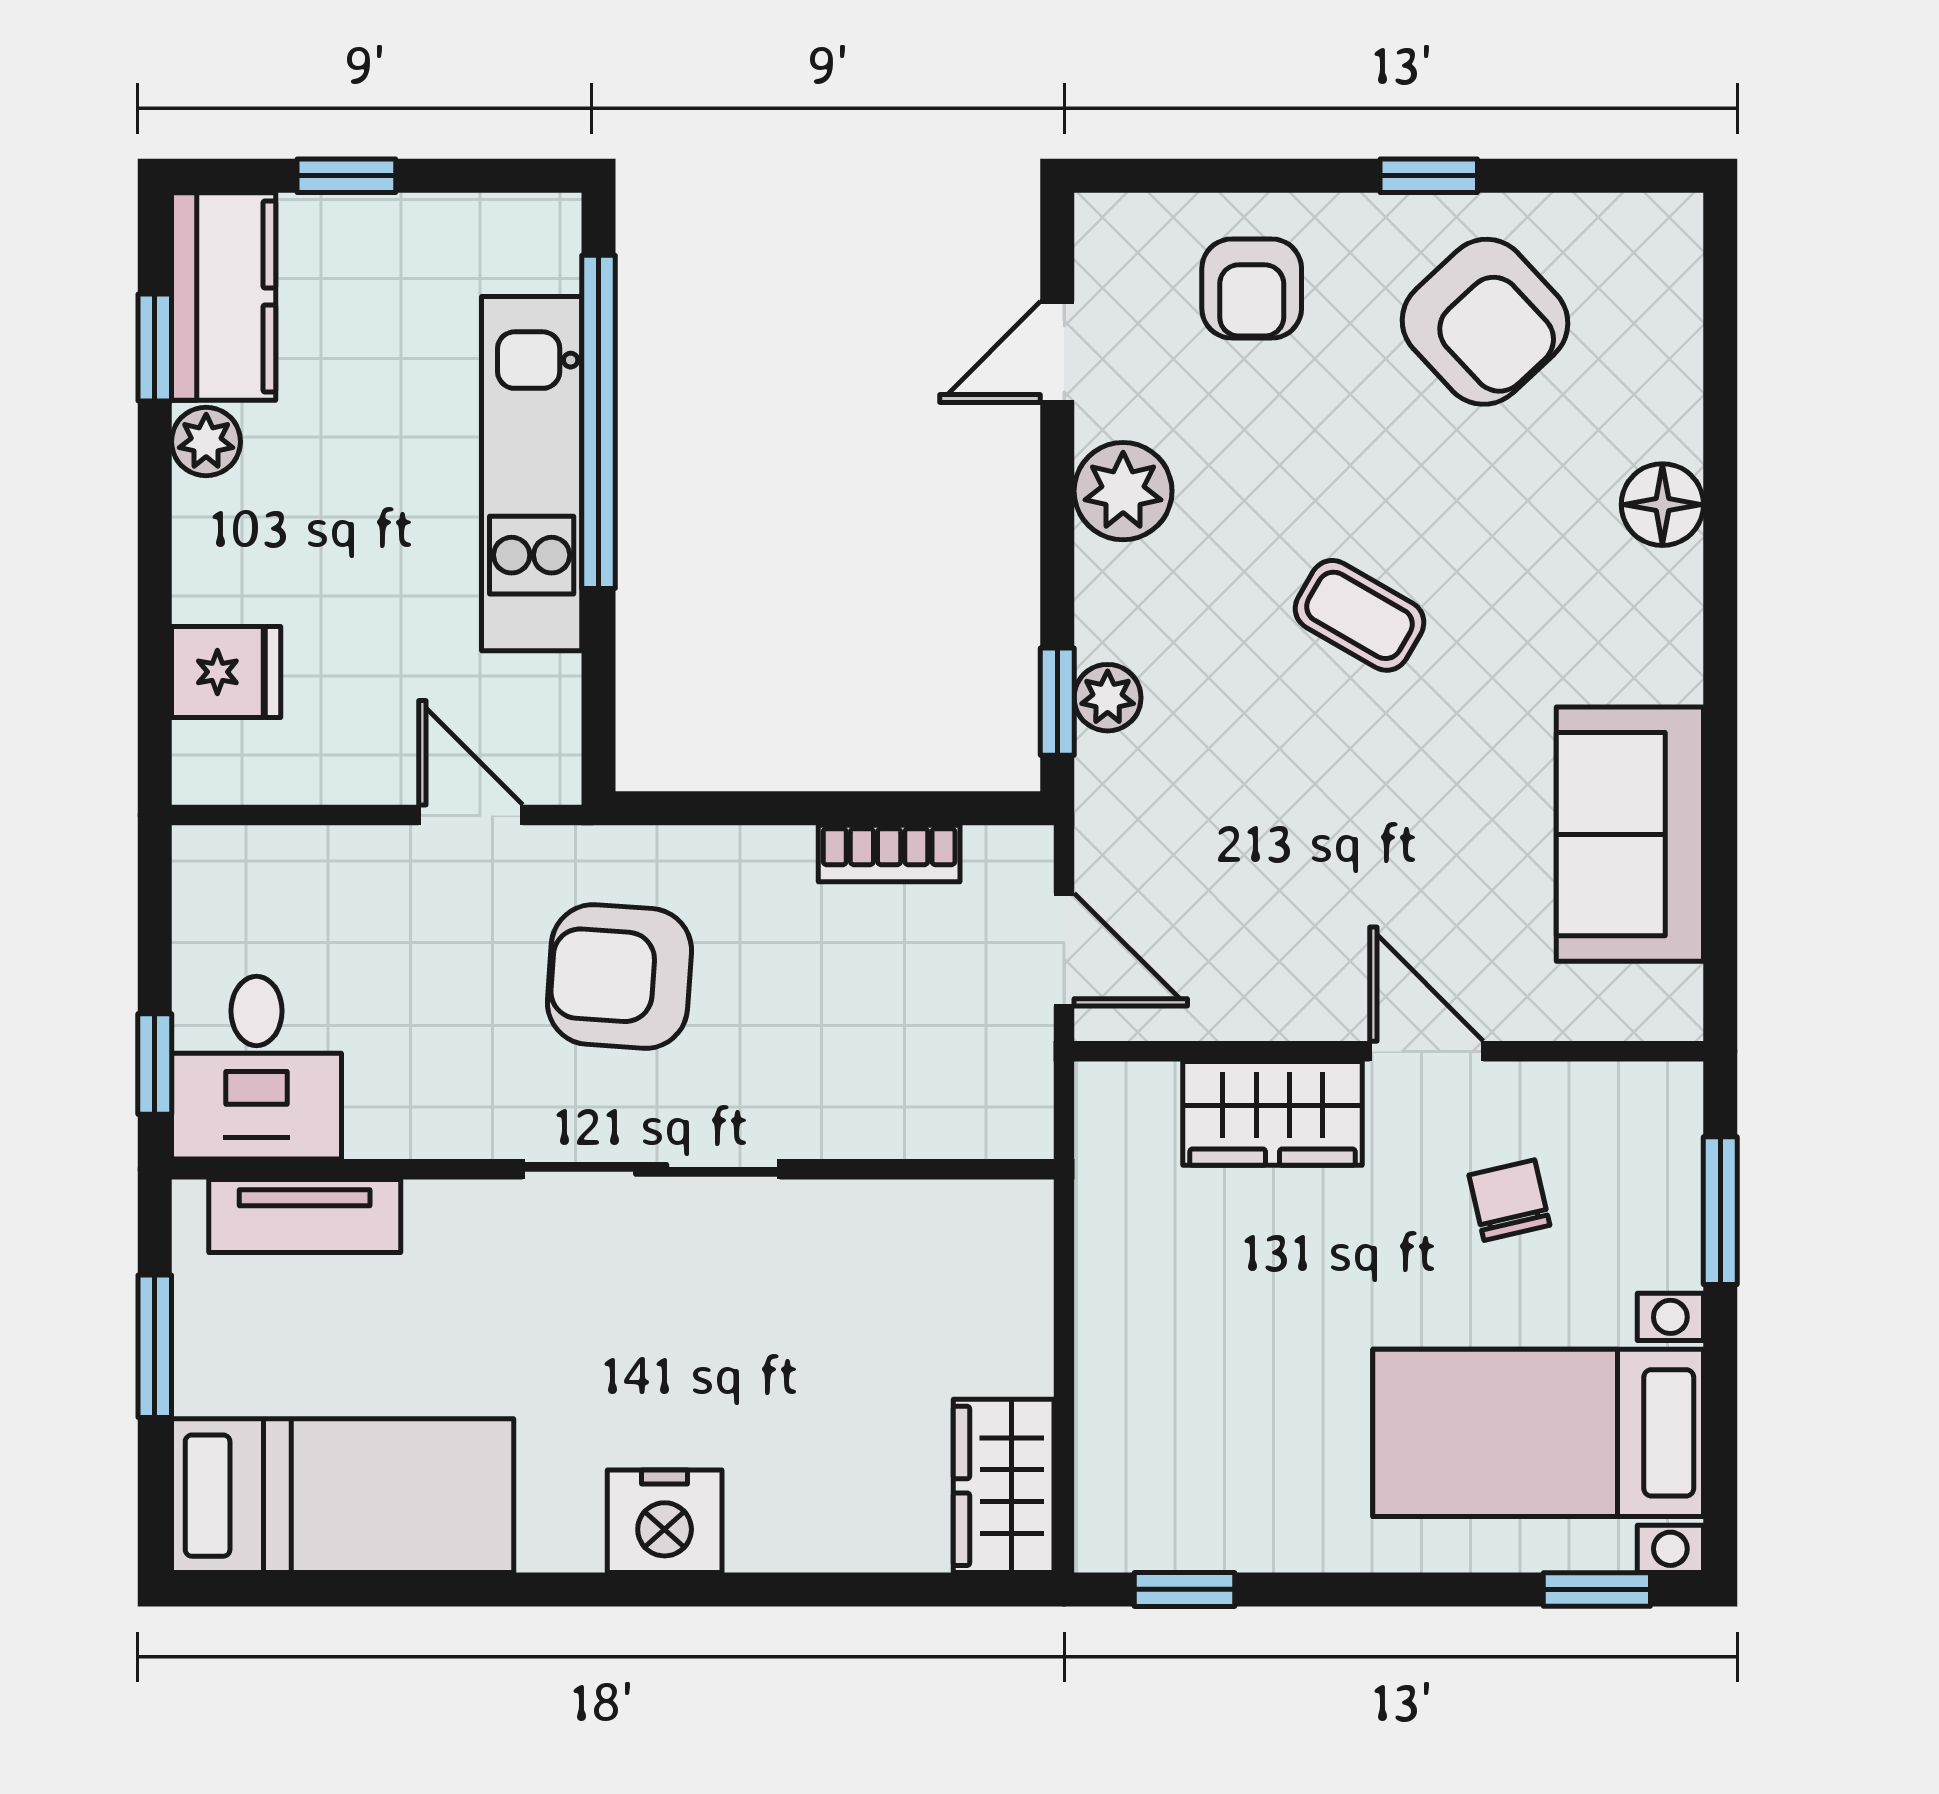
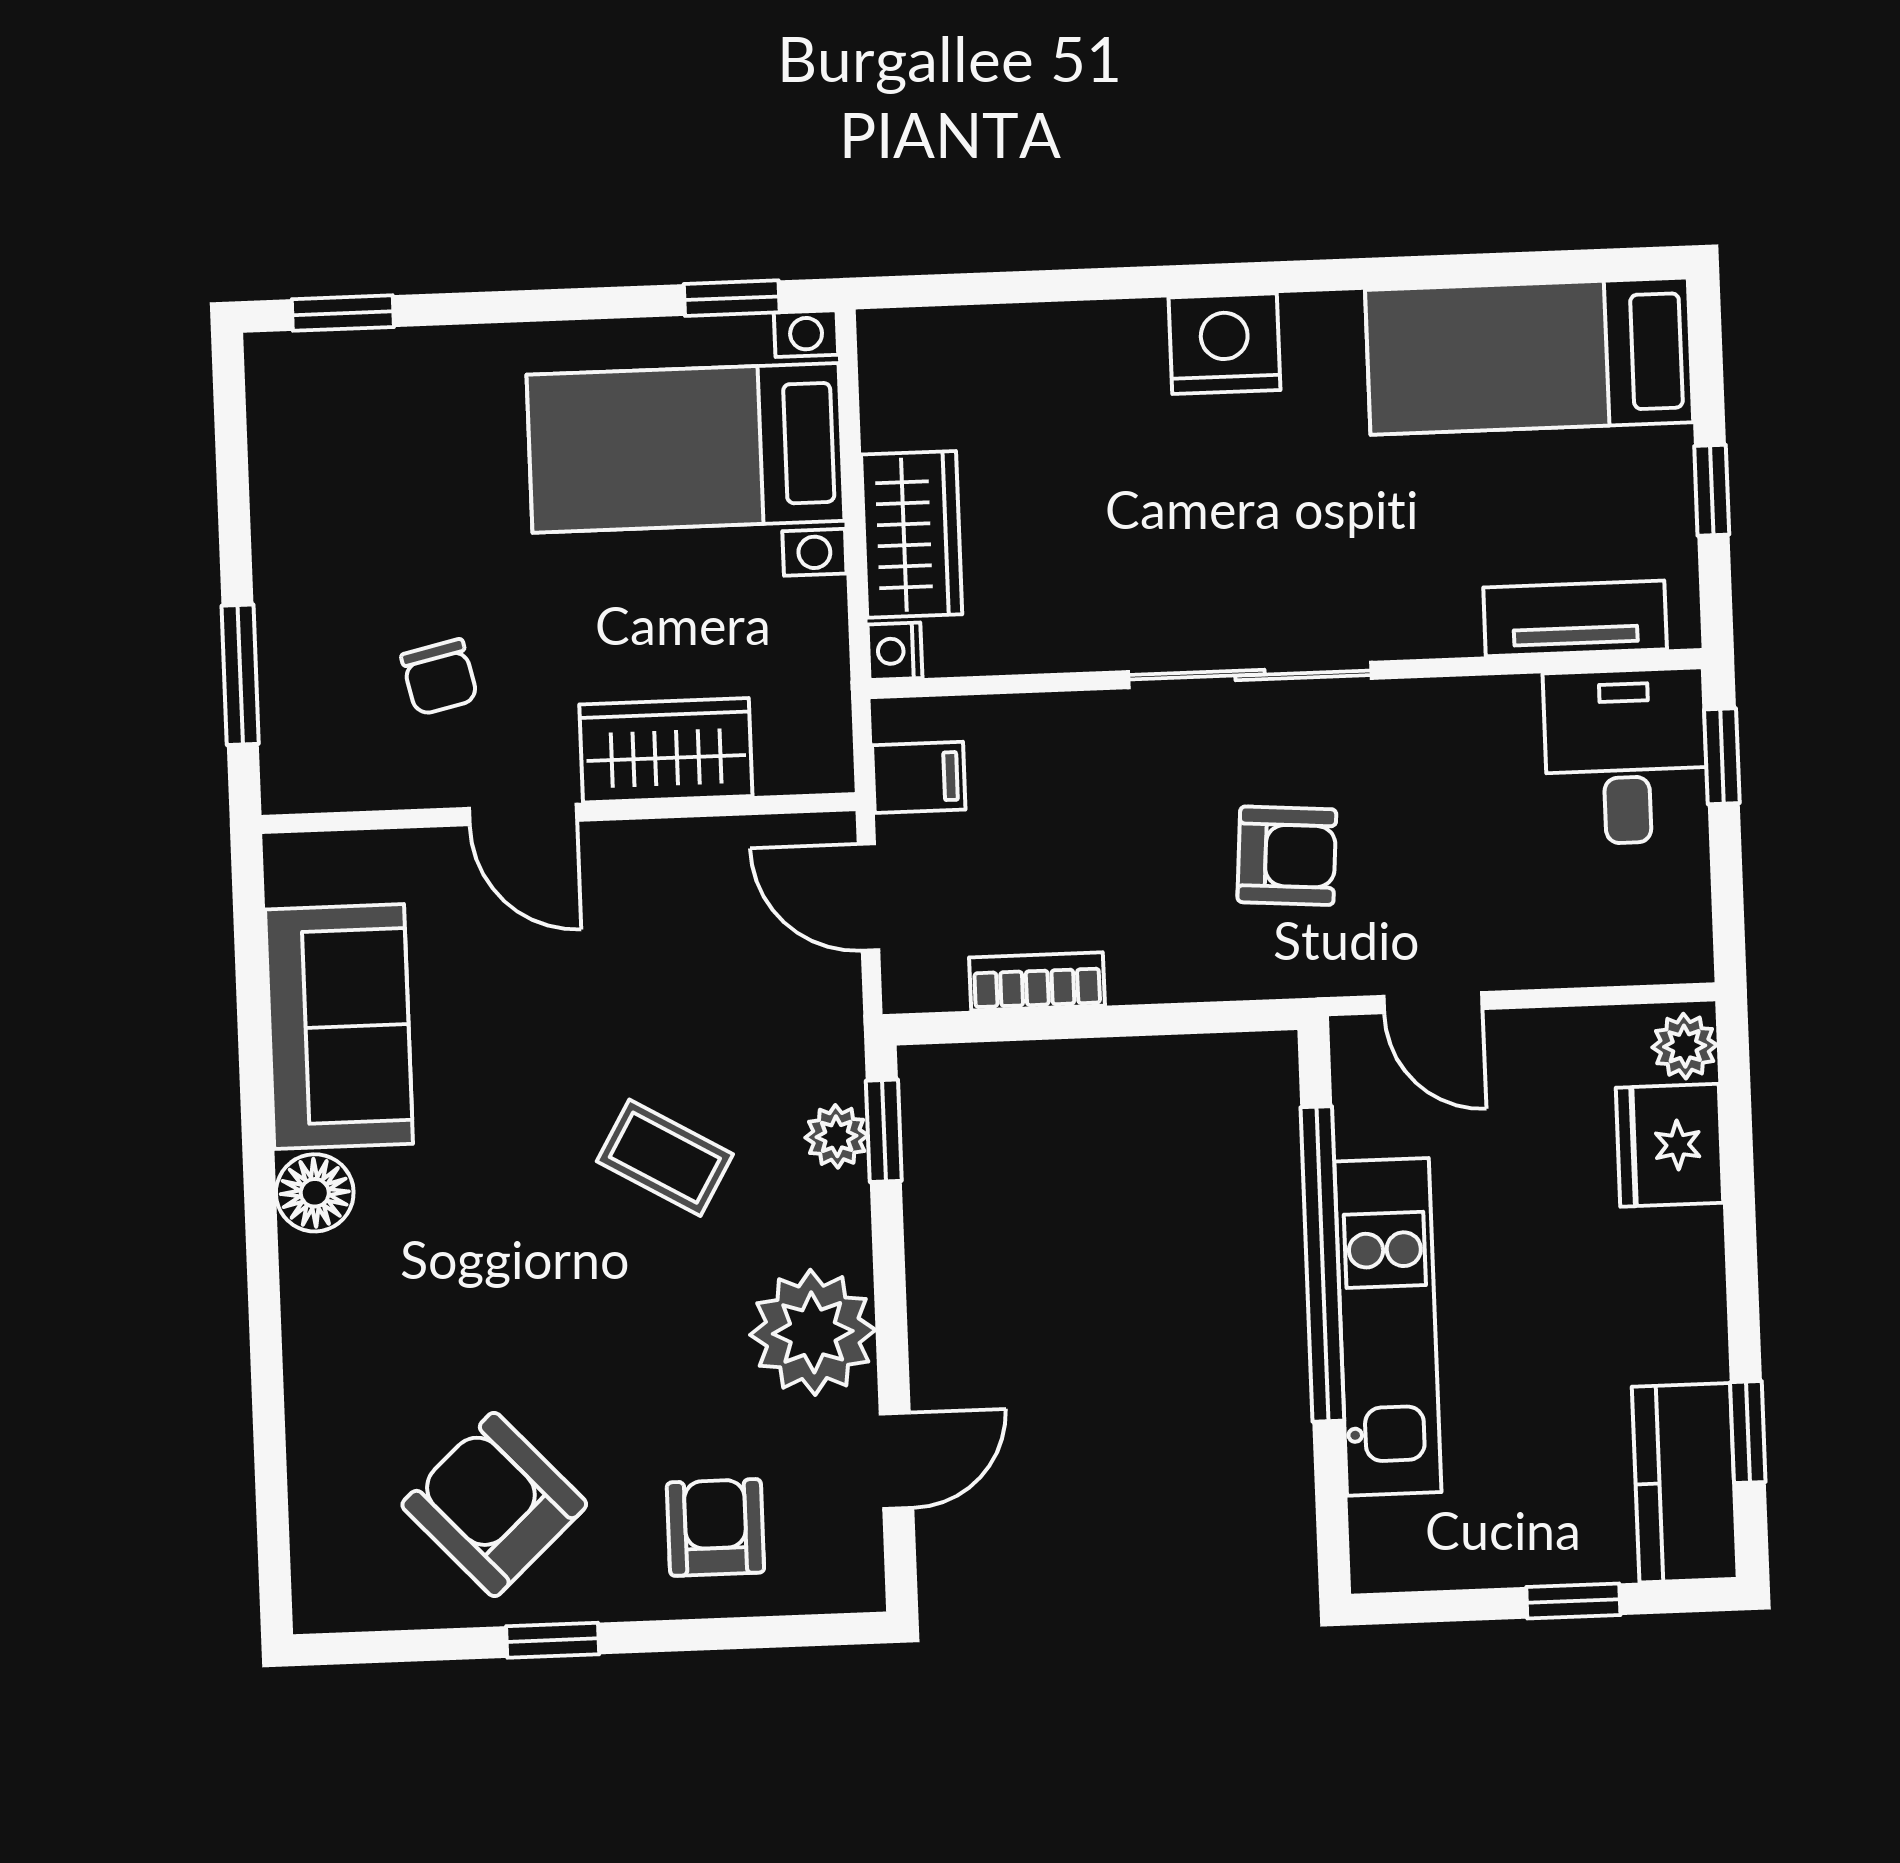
window: (598, 422) -> (1322, 1264), moved
plant: (206, 442) -> (1685, 1046), moved
plant: (1123, 491) -> (813, 1332), width x1.36, depth x1.36
floor lamp: (1662, 505) -> (315, 1193), moved
coffee table: (1360, 615) -> (665, 1158), moved
fridge: (226, 672) -> (1669, 1145), width x1.38
armchair: (619, 976) -> (1287, 856), width x0.72, depth x0.72
filing cabinet: (1006, 1074) -> (919, 777), added
nightstand: (1026, 1209) -> (895, 651), added
window: (155, 1346) -> (1712, 490), width x0.67
bed with nightstands: (1538, 1433) -> (686, 448), moved, turned 180
wardrobe: (1004, 1486) -> (912, 534), moved

